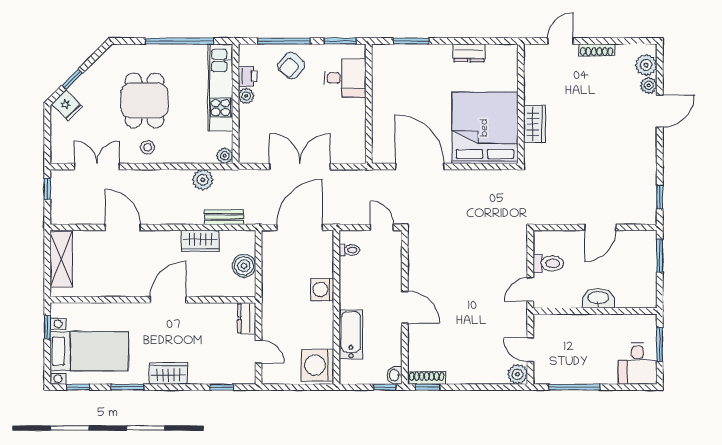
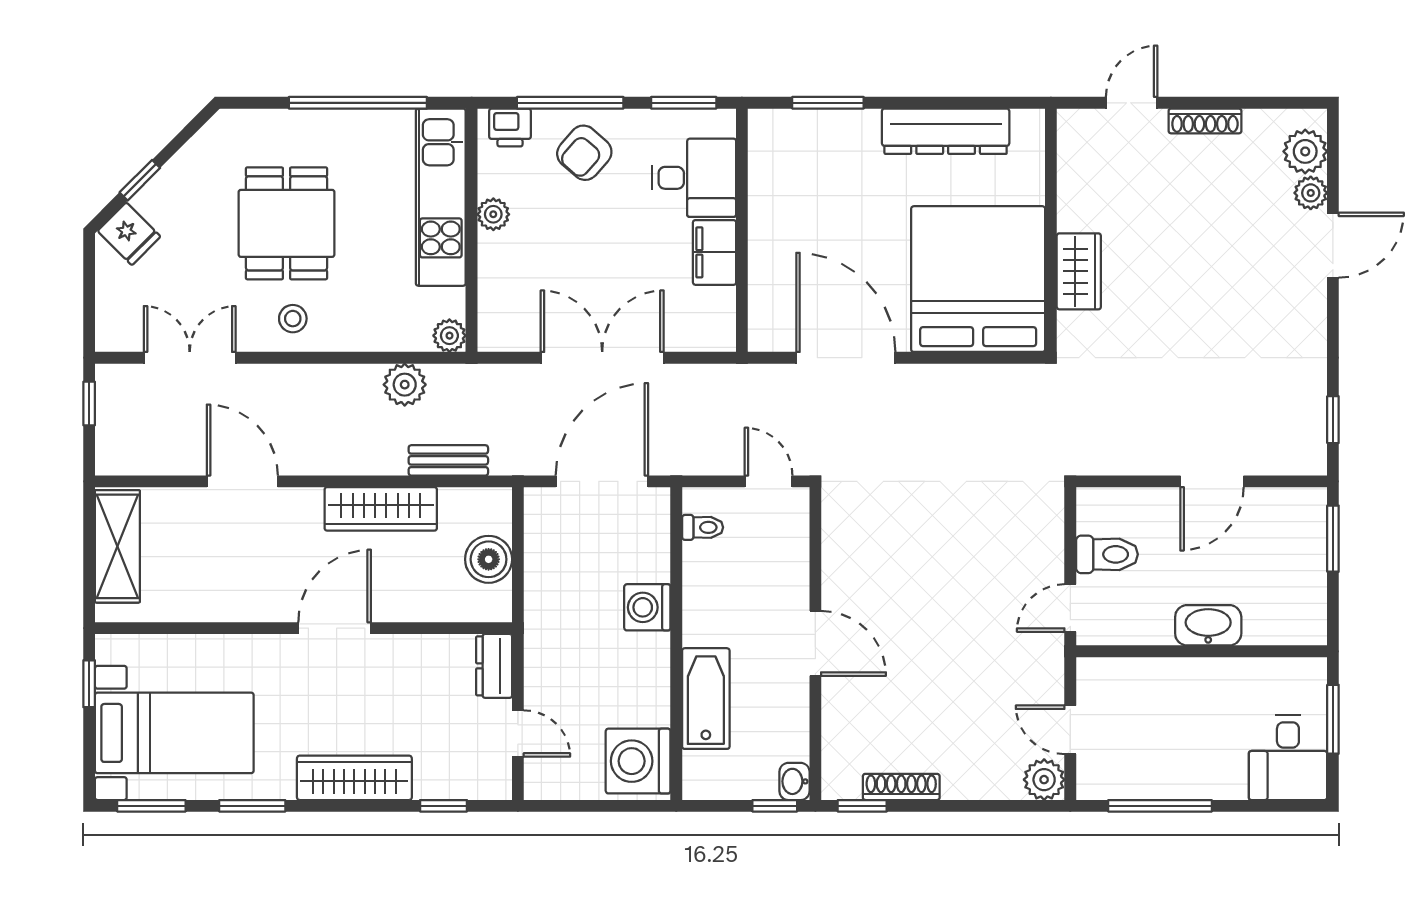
dresser: (469, 53) -> (946, 131), width x1.96, depth x1.24
printer: (248, 76) -> (510, 128), moved, turned 90
filing cabinet: (355, 115) -> (715, 252), added
wardrobe: (200, 241) -> (381, 509), width x1.50
wardrobe: (168, 373) -> (354, 778), width x1.50
shoe rack: (427, 378) -> (901, 787), moved
window: (78, 387) -> (151, 806), width x1.50

